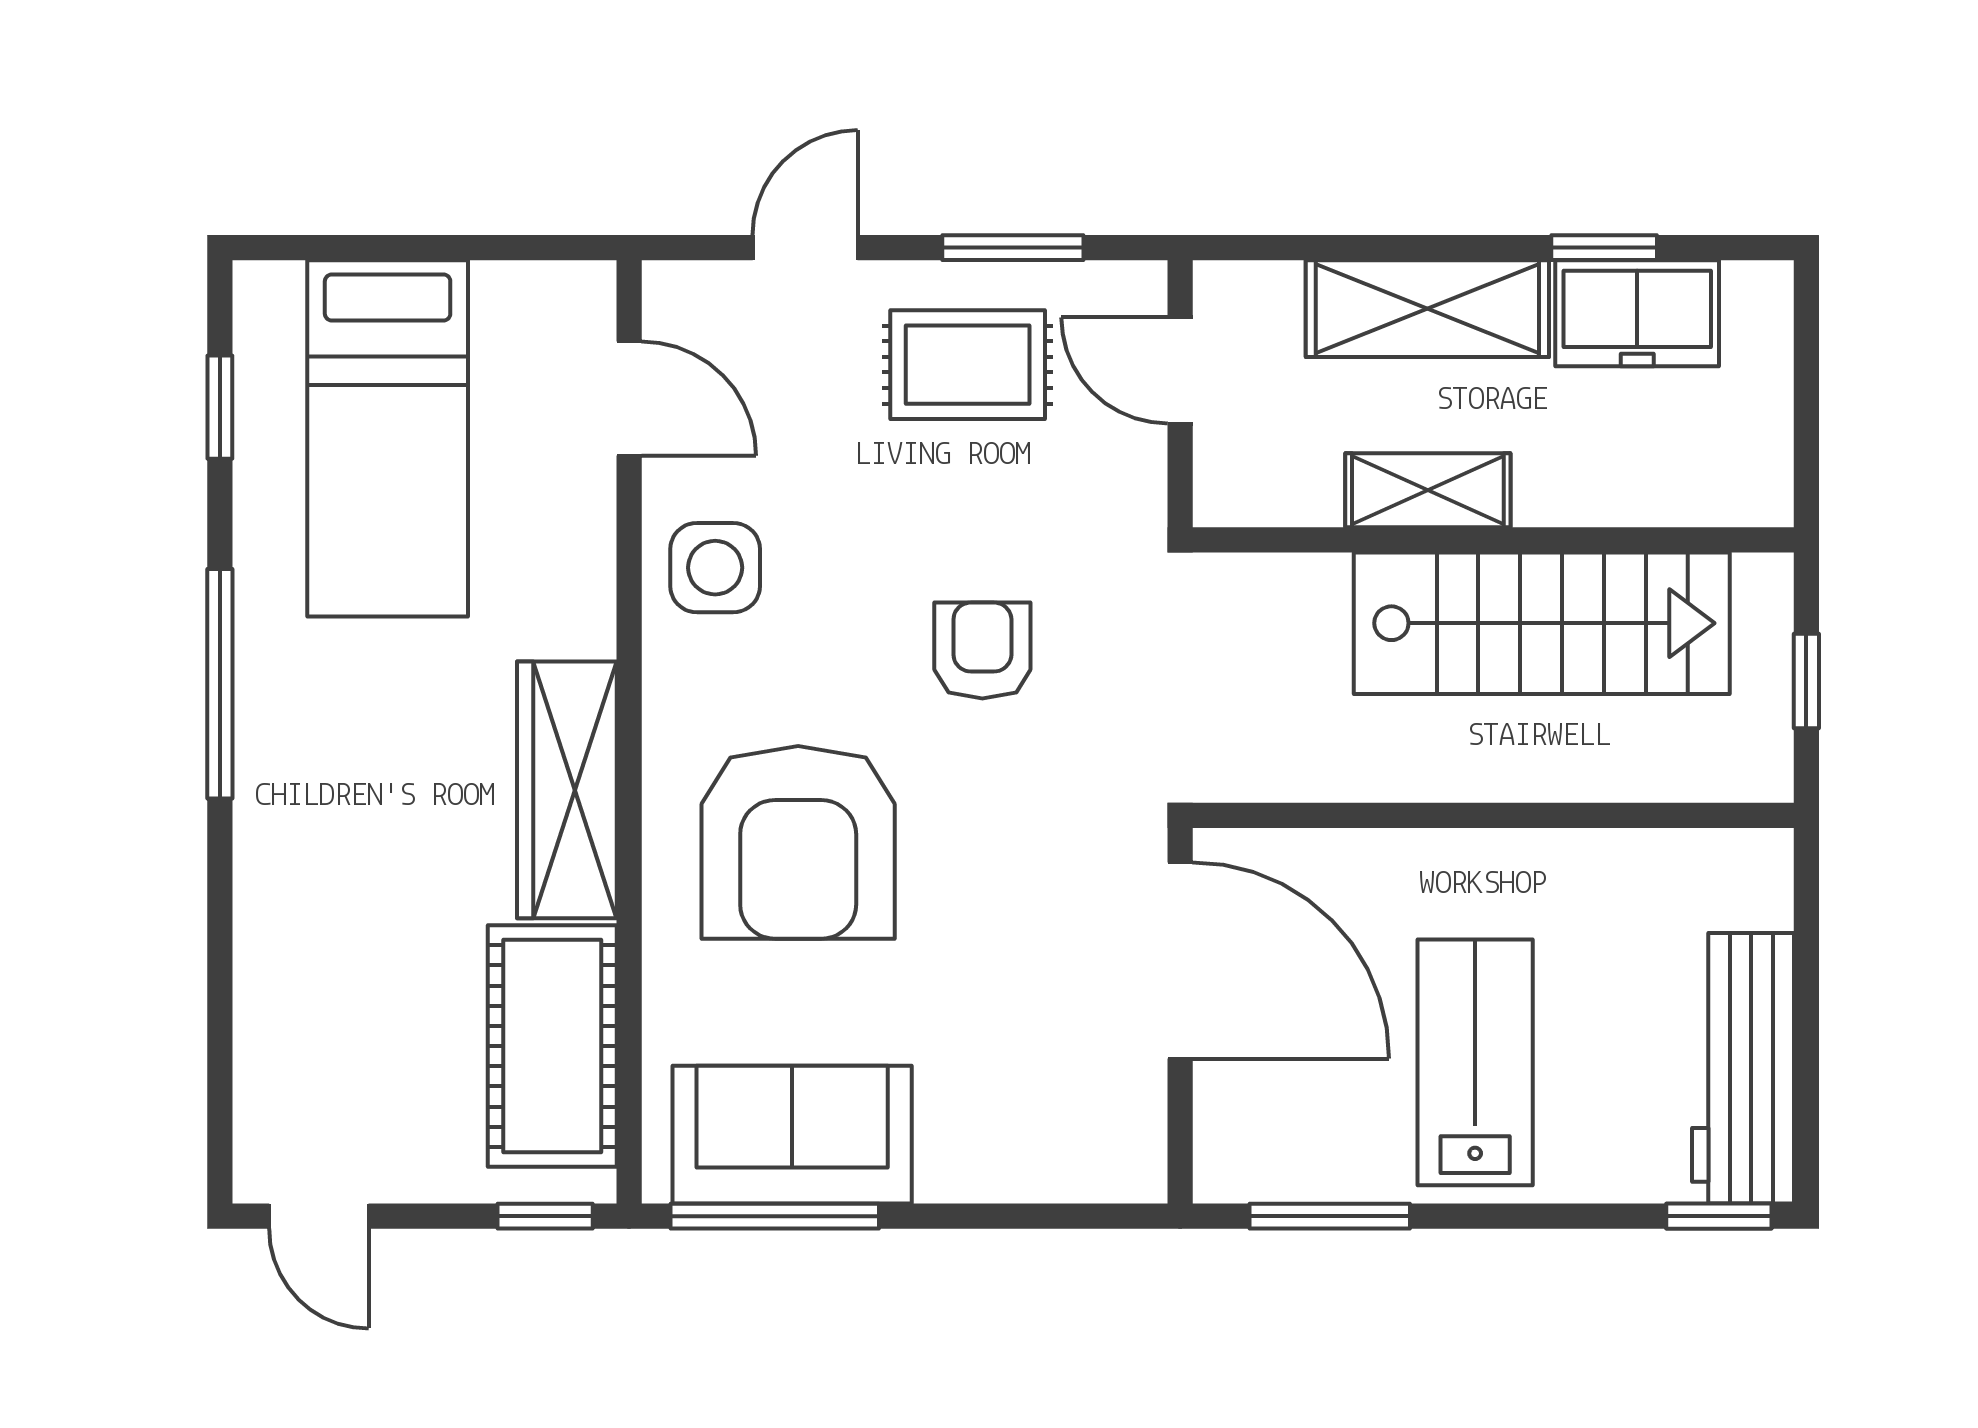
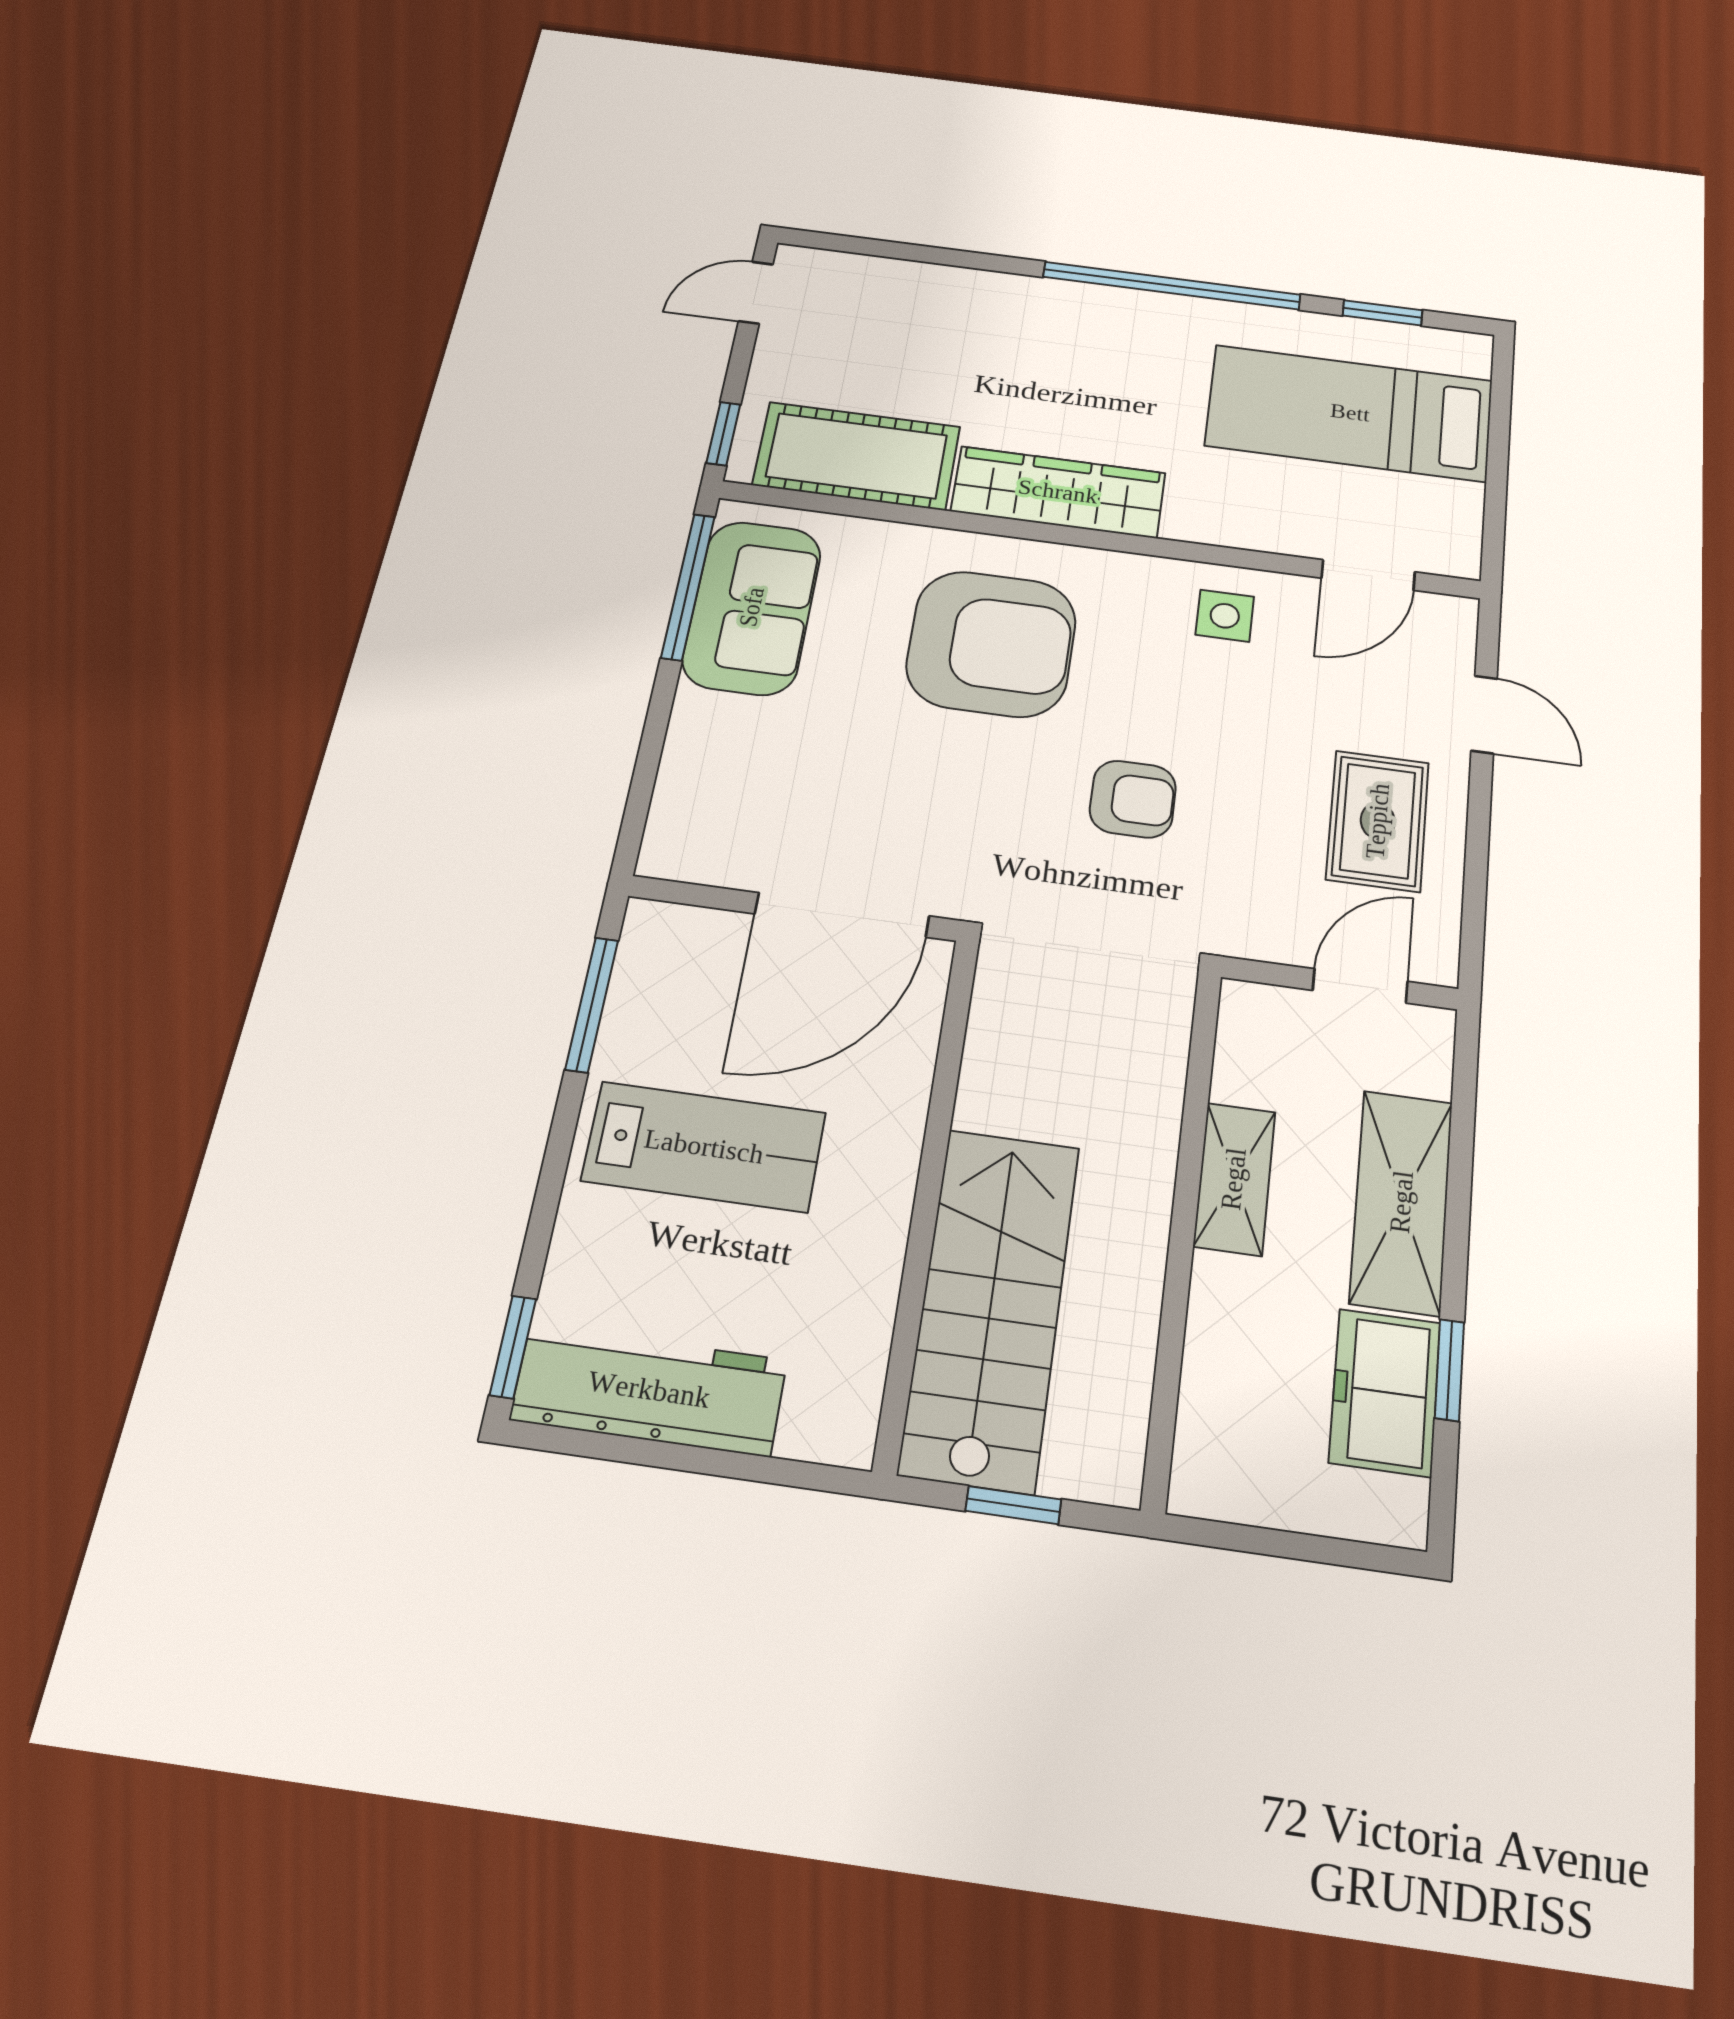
window: (1013, 248) -> (1476, 869), removed
side table: (715, 568) -> (1225, 616), width x0.73, depth x0.73
stairs: (1542, 623) -> (991, 1307), moved, turned 180
window: (220, 684) -> (1172, 286), width x1.46
armchair: (798, 842) -> (991, 644), turned 180

